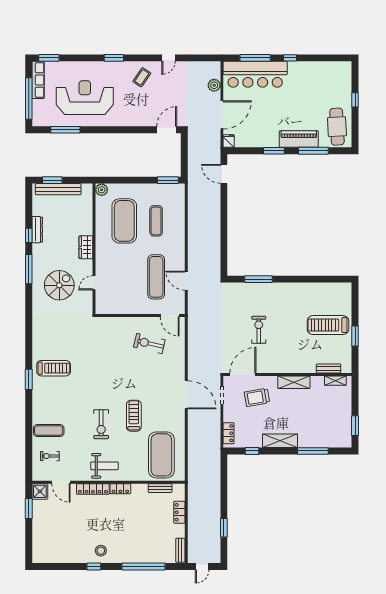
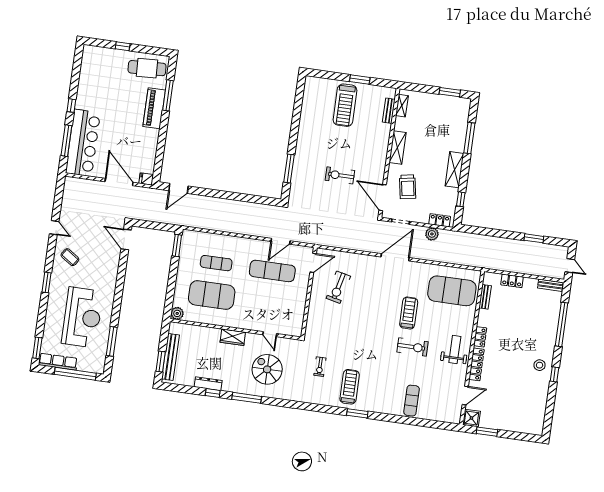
plant: (214, 85) -> (432, 234), moved
reception desk: (85, 98) -> (82, 317), turned 180
window: (274, 151) -> (162, 135), removed
treadmill: (134, 416) -> (409, 313), turned 90
exercise bike: (50, 456) -> (320, 367), moved

